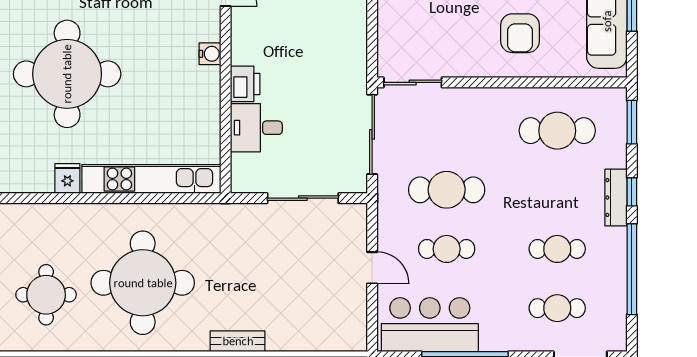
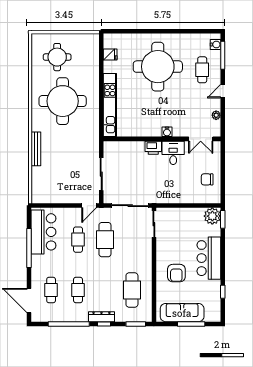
armchair: (520, 33) -> (176, 273), turned -90
desk: (256, 128) -> (173, 153), moved
fridge: (67, 178) -> (110, 54), moved
door: (372, 268) -> (89, 206), moved
bench: (238, 341) -> (36, 149), width x1.36

